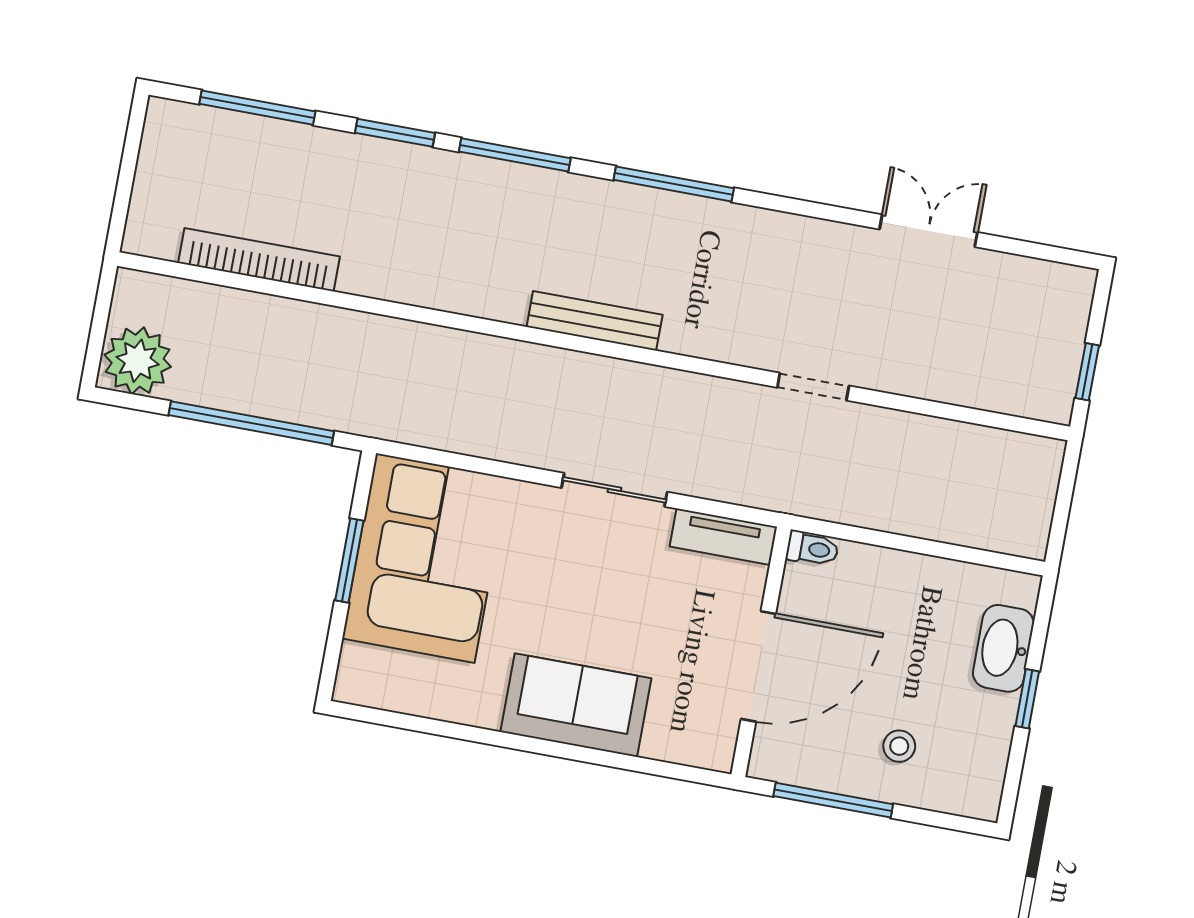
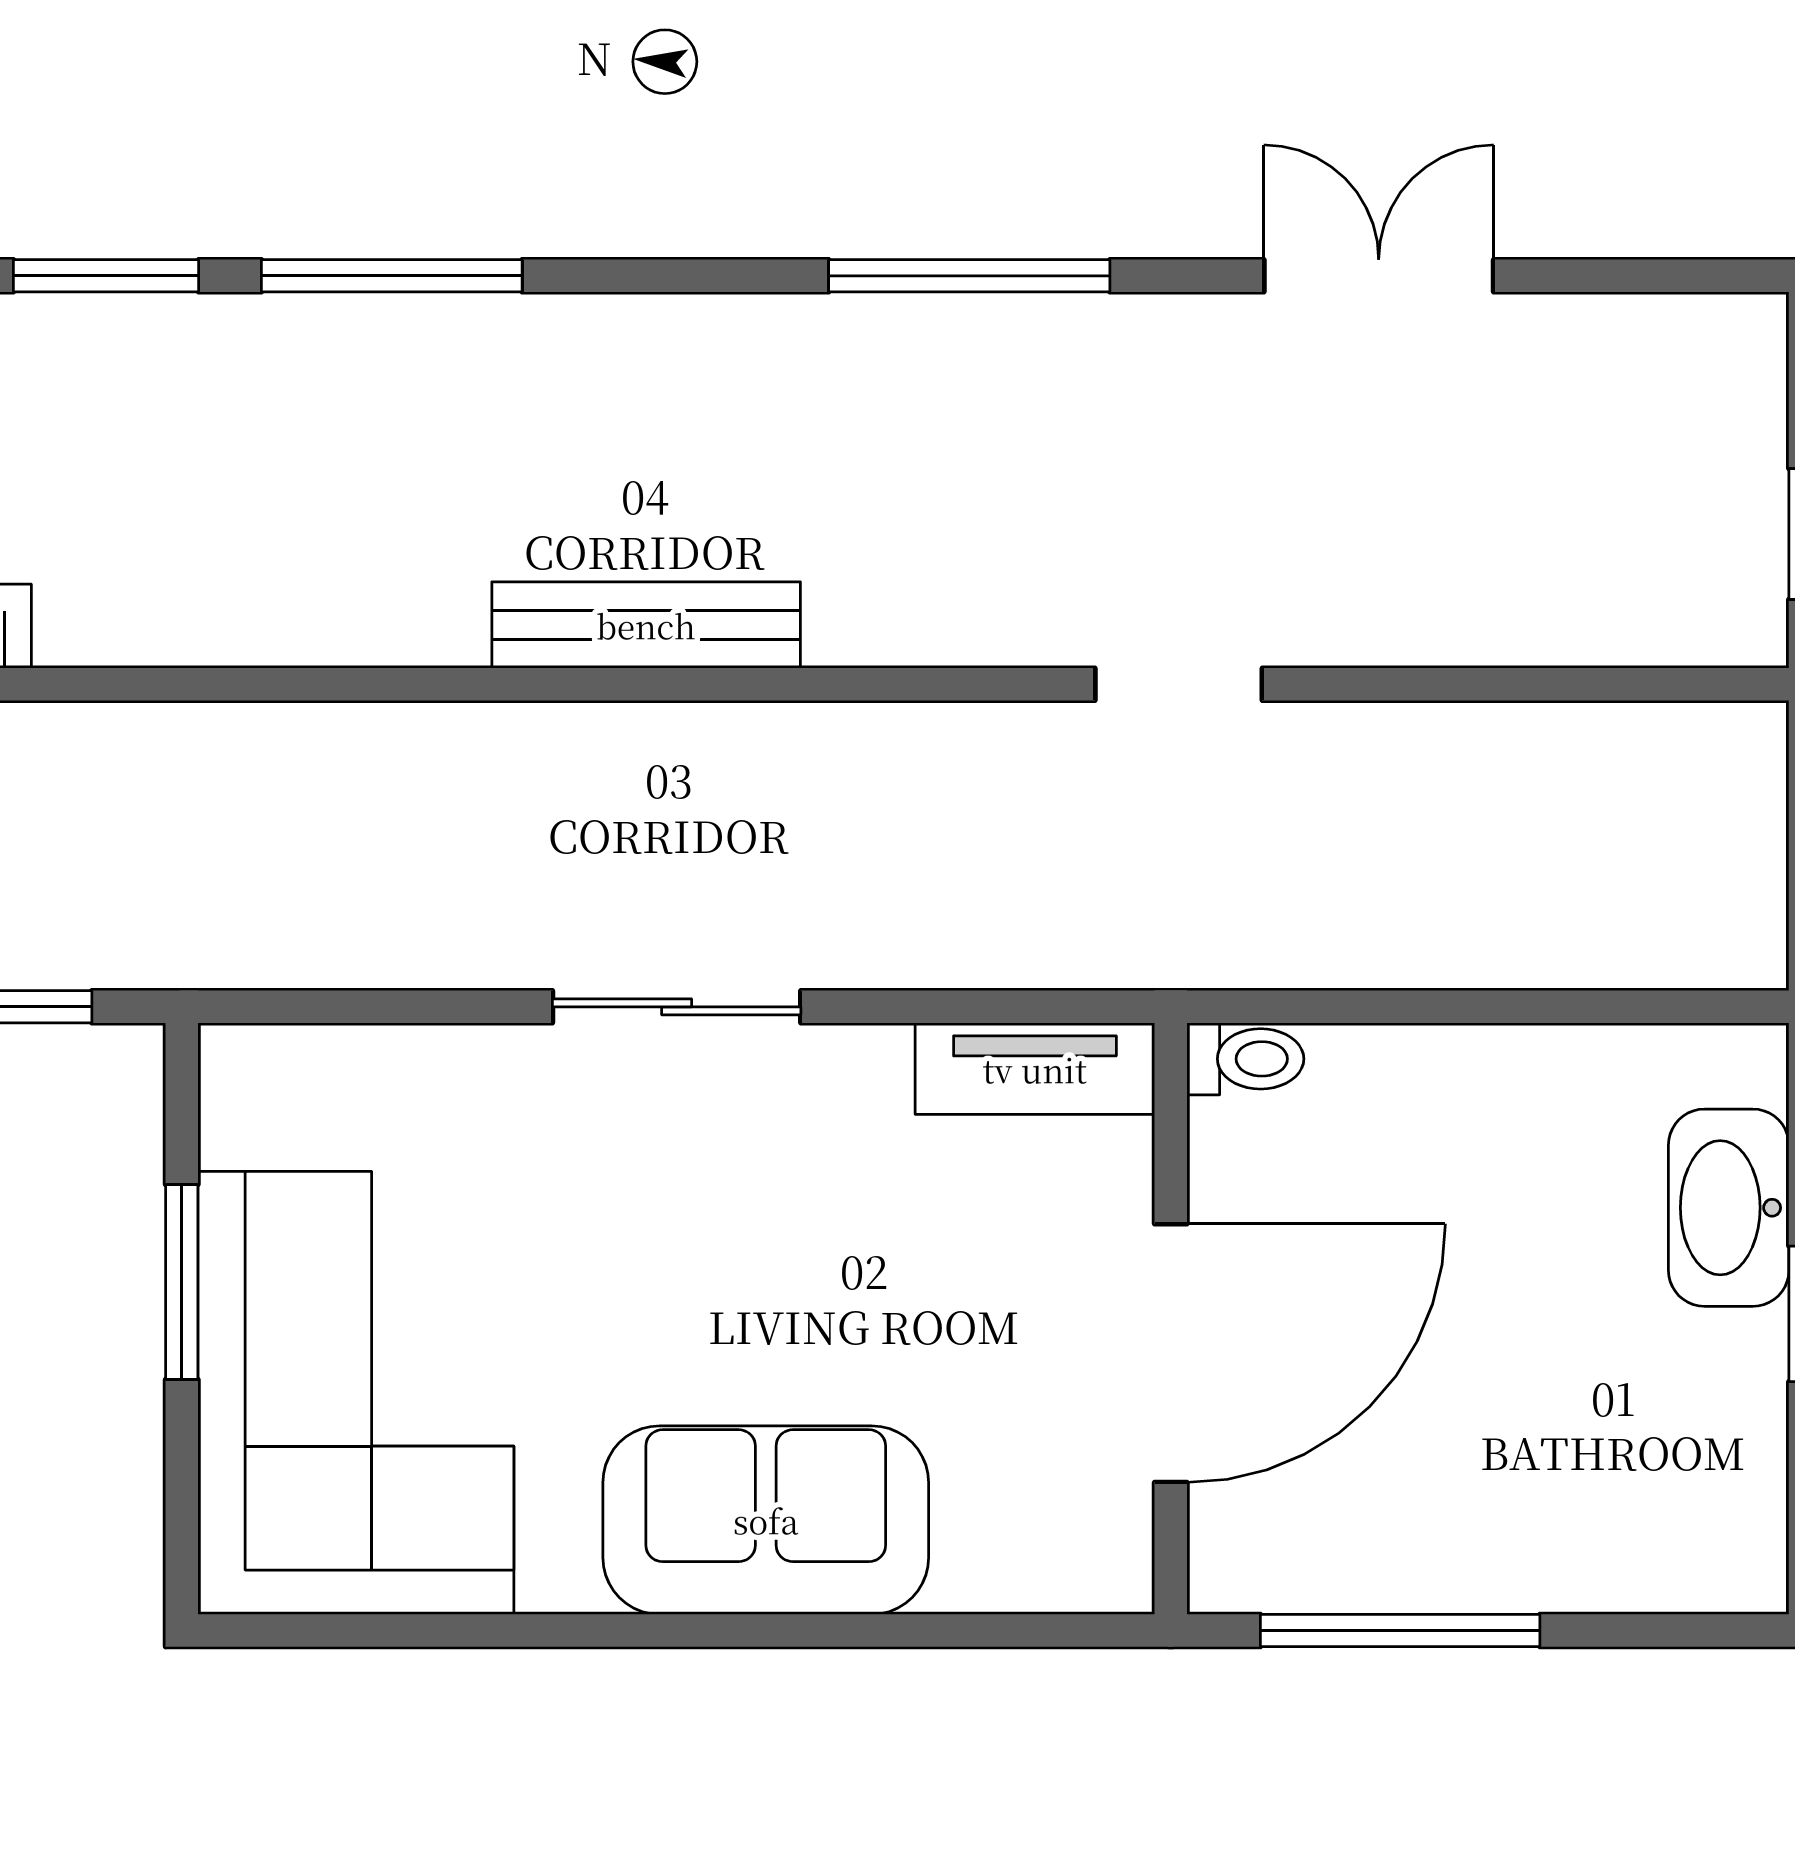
window: (674, 184) -> (969, 276), moved
sliding door: (614, 490) -> (677, 1007), moved
corner sofa: (425, 558) -> (356, 1393), moved
stool: (899, 746) -> (1530, 1478), removed

